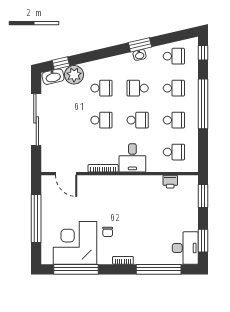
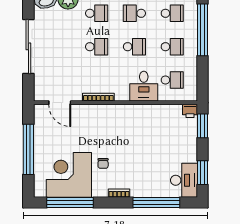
desk: (132, 158) -> (144, 86), moved
printer: (170, 182) -> (190, 111), moved

